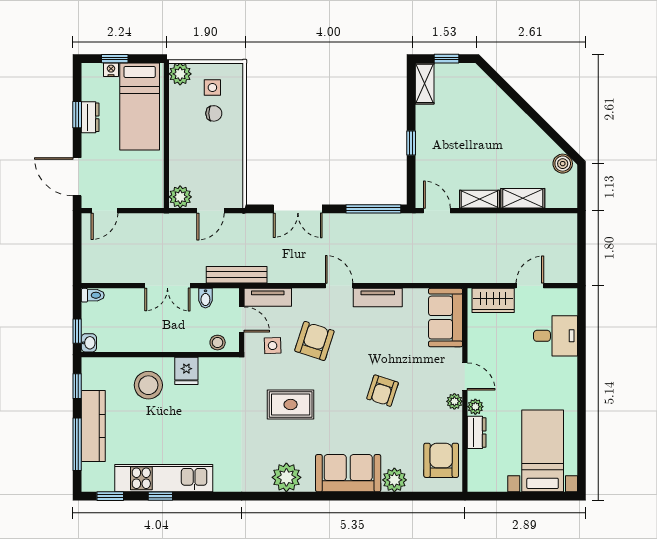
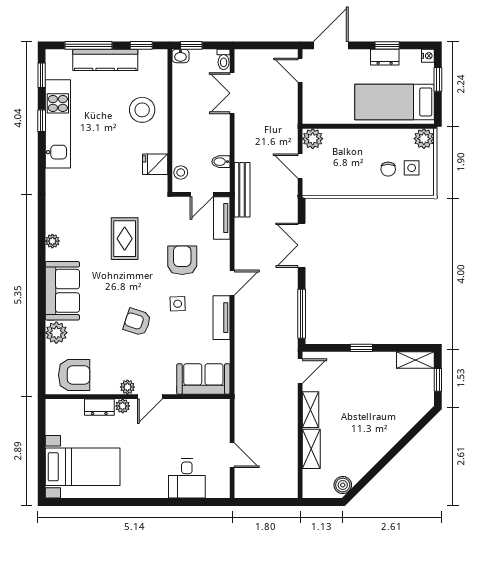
nightstand: (111, 70) -> (428, 56), moved
double door: (167, 286) -> (232, 93), moved
wardrobe: (493, 300) -> (219, 422), removed
armchair: (314, 341) -> (182, 260), turned -108
side table: (273, 346) -> (178, 304), moved
fridge: (186, 371) -> (155, 164), moved
plant: (286, 477) -> (52, 241), width x0.53, depth x0.53

